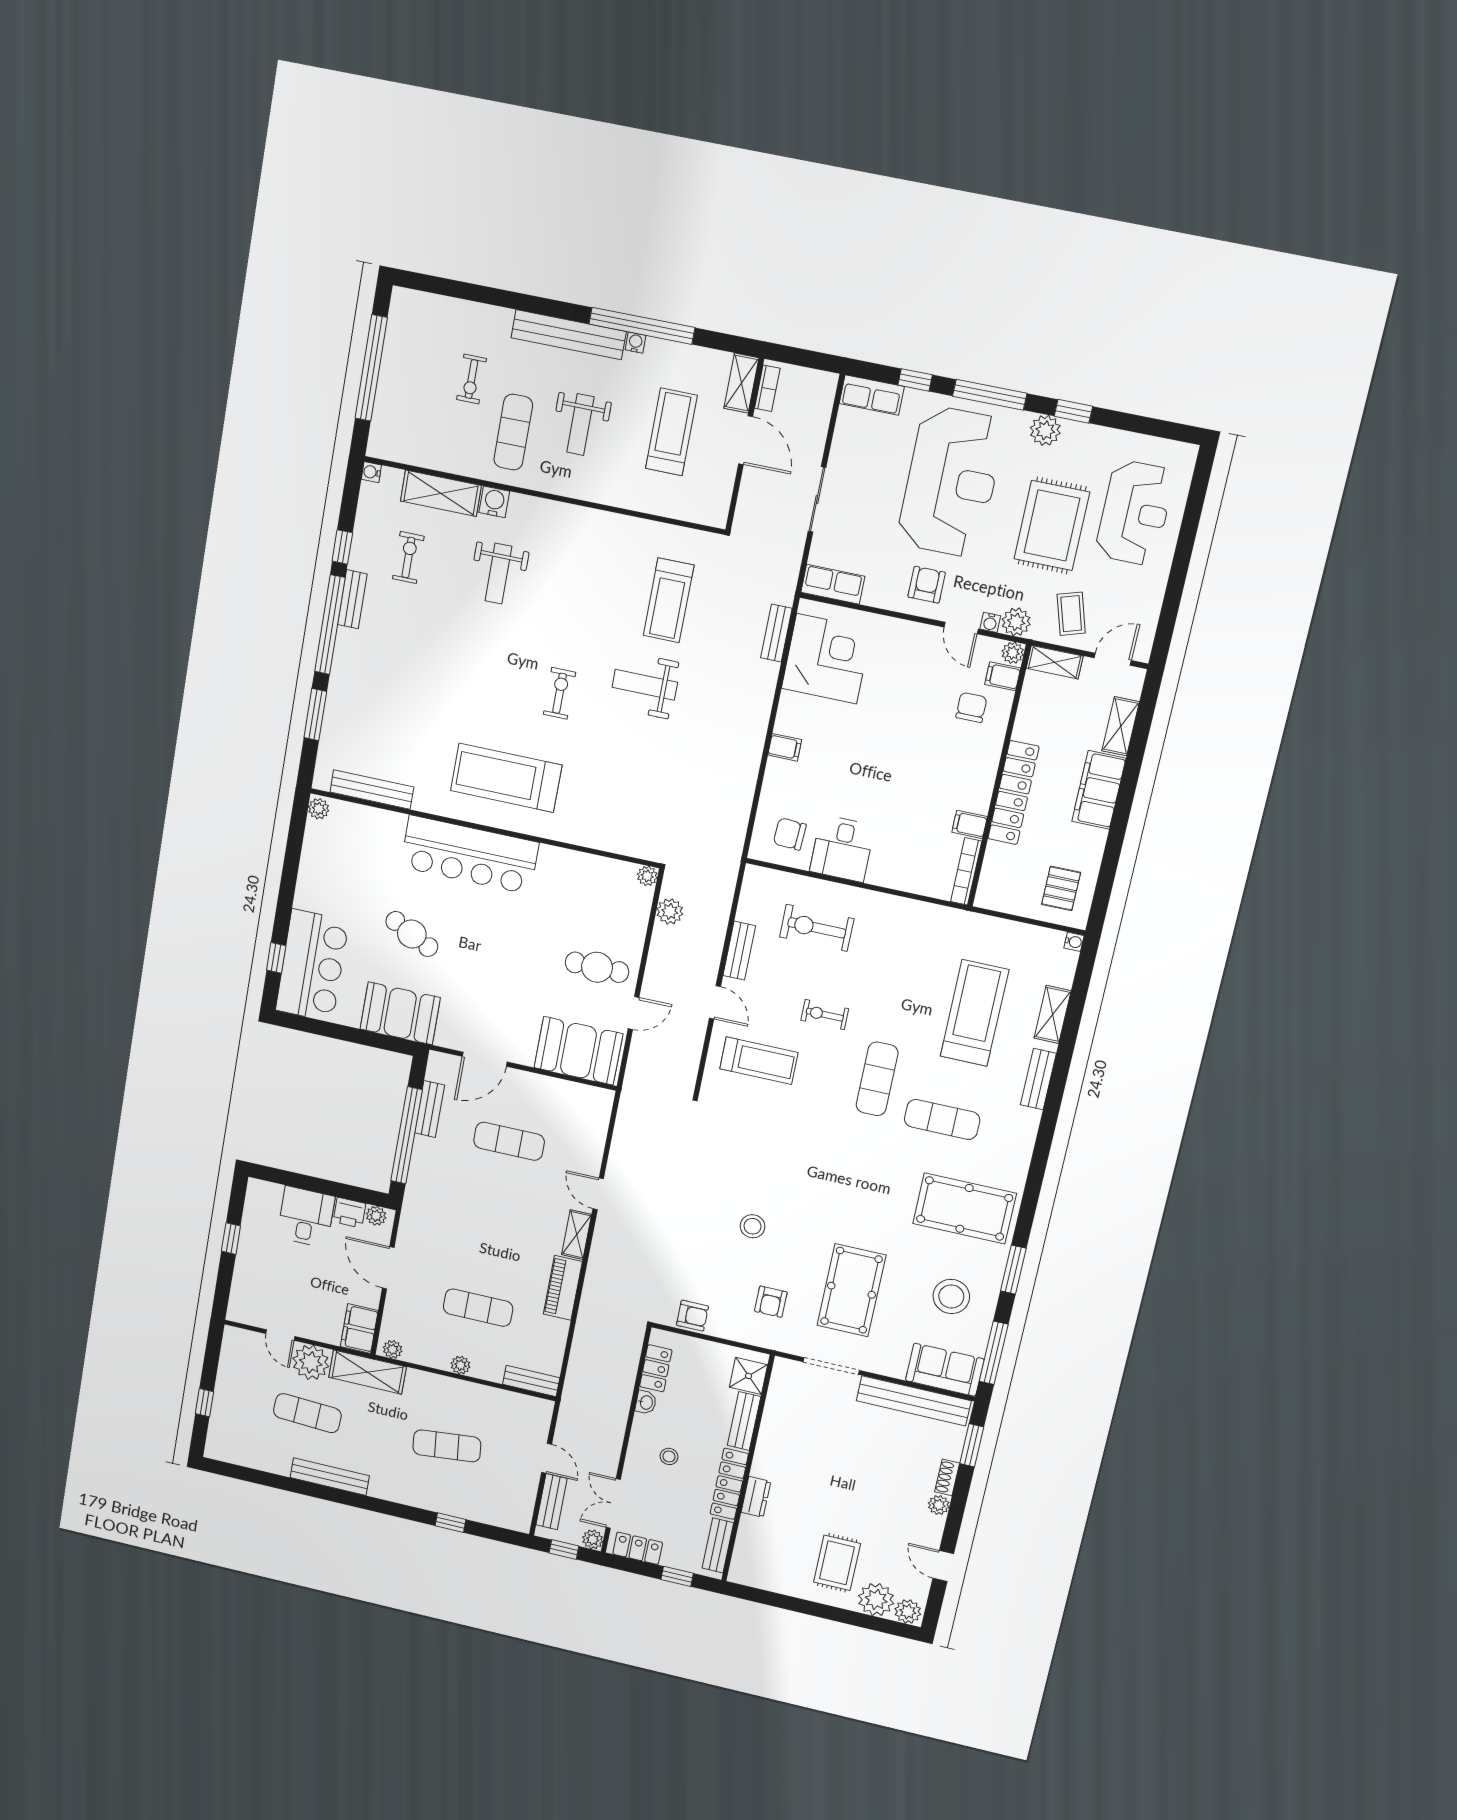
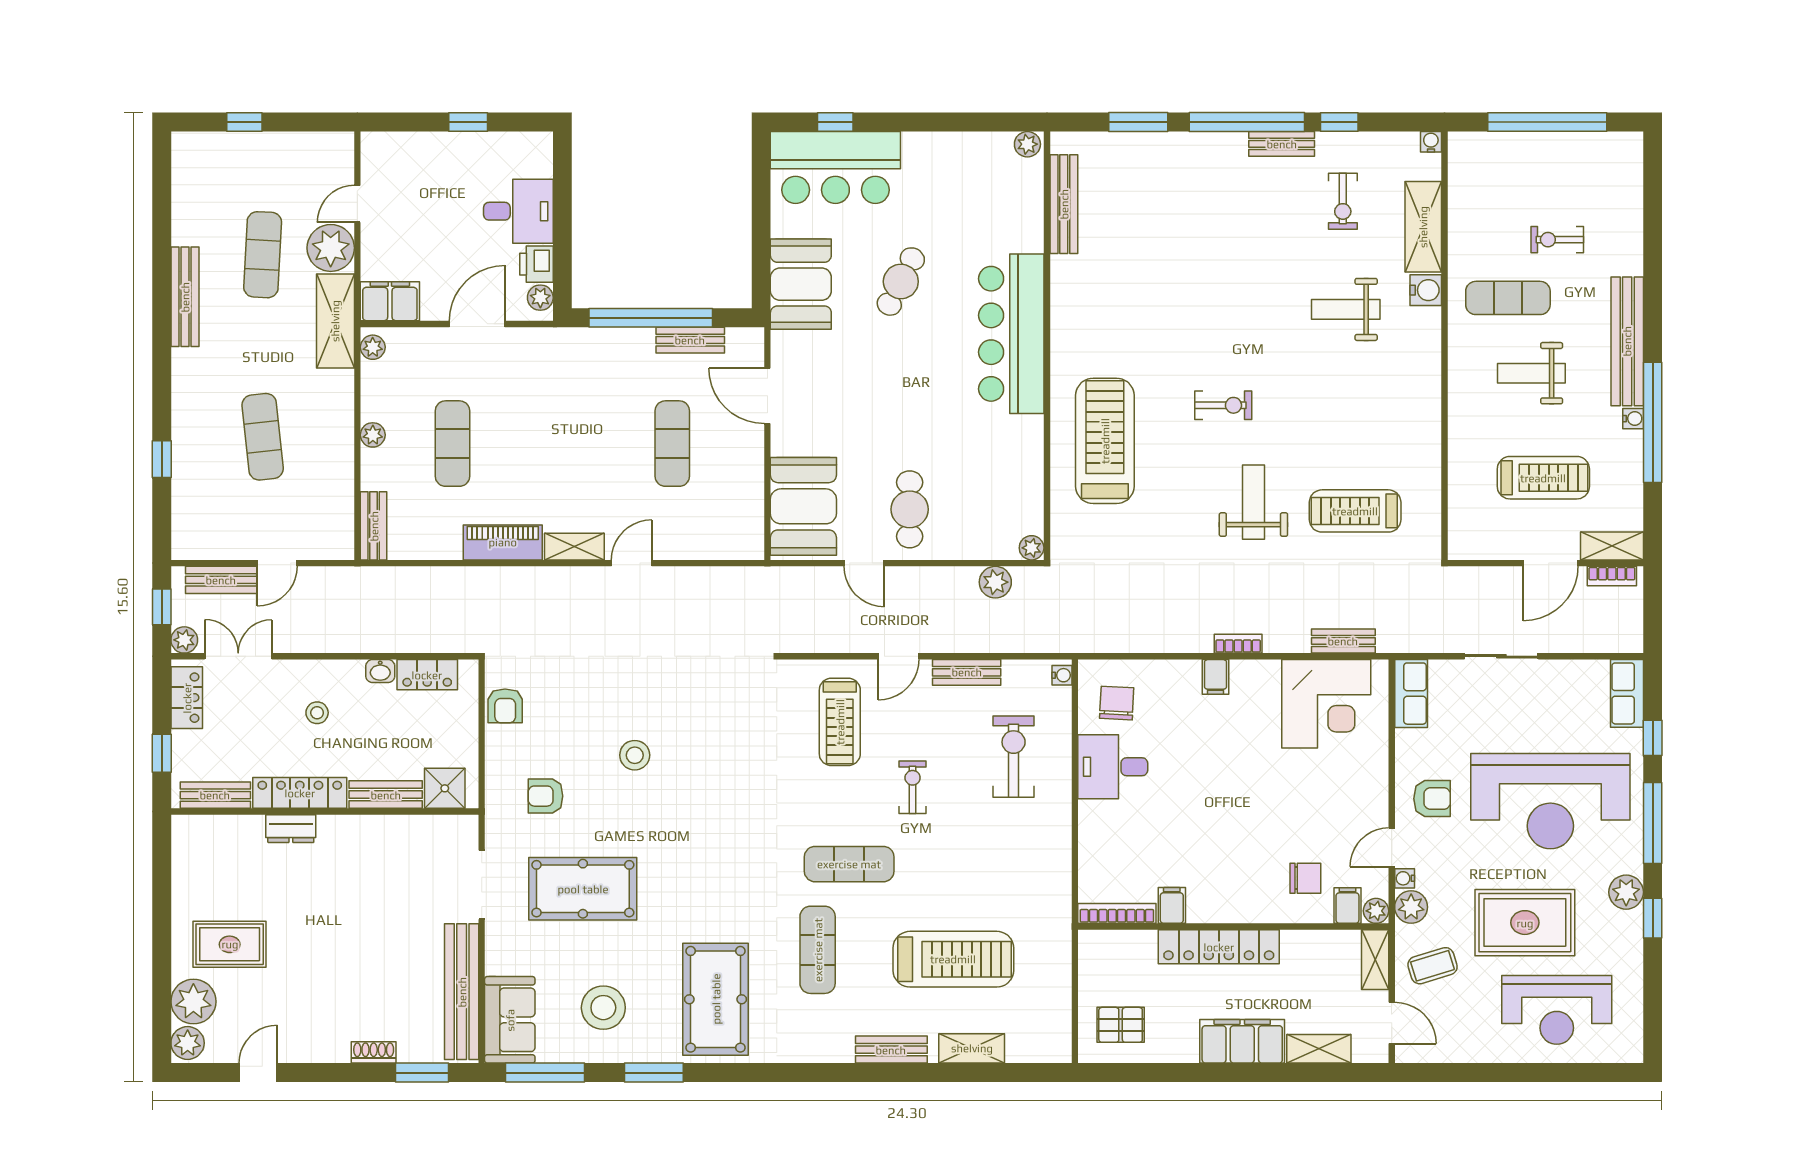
exercise bike: (408, 557) -> (1343, 201), turned 90
bookcase: (761, 723) -> (1238, 644), added
treadmill: (506, 778) -> (1105, 441), moved
water cooler: (1074, 942) -> (1062, 675), moved, turned -90
plant: (939, 1505) -> (336, 1050), removed

